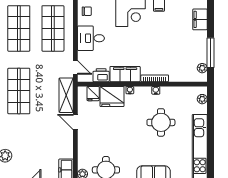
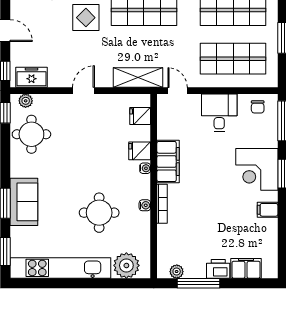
door: (75, 67) -> (178, 91), swing flipped
printer: (101, 75) -> (218, 269), moved, turned -90
fridge: (112, 97) -> (140, 151), width x0.53, depth x0.75
plant: (202, 99) -> (126, 265), width x1.88, depth x1.88
door: (75, 122) -> (84, 91), moved
display table: (24, 132) -> (86, 18), added

